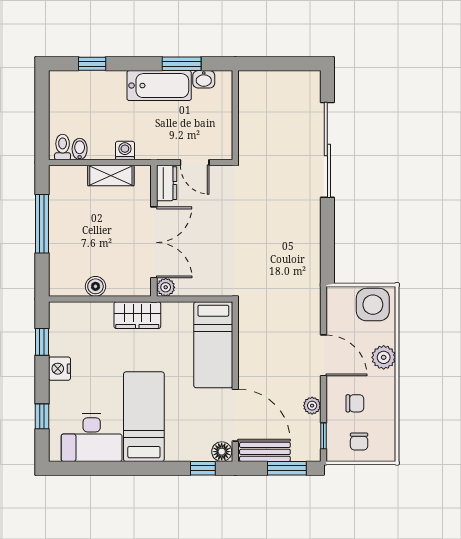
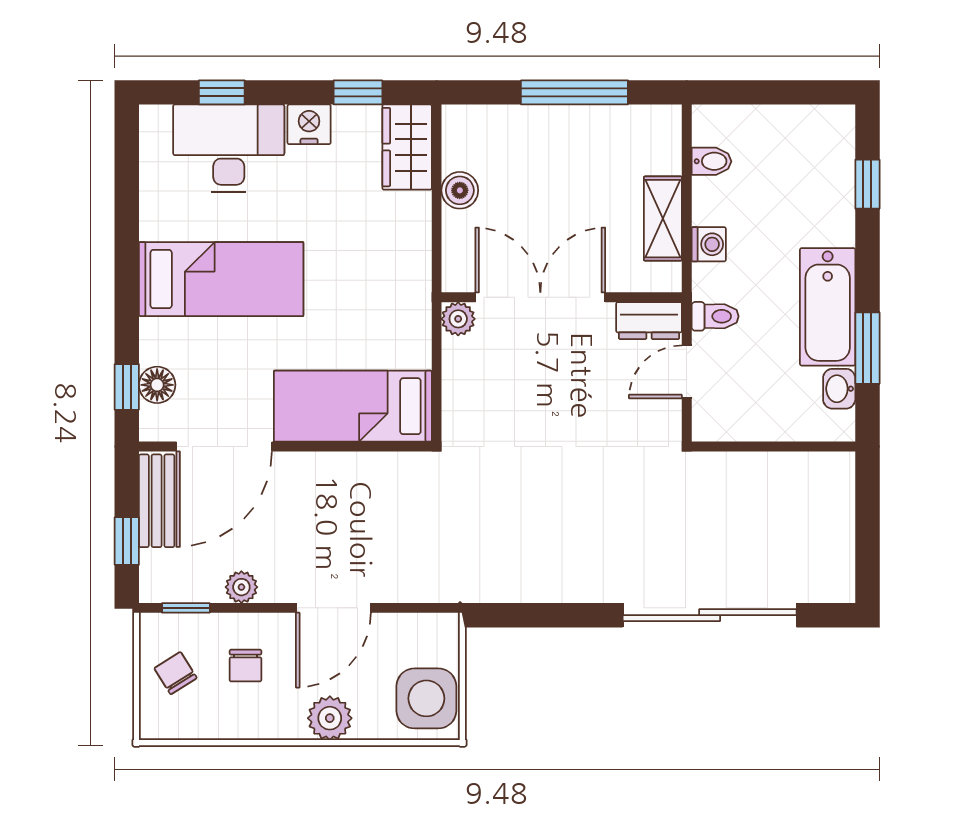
toilet: (63, 147) -> (715, 316), moved
double door: (154, 242) -> (540, 297), swing flipped
wardrobe: (137, 315) -> (407, 147), moved
desk: (92, 438) -> (229, 148), moved, turned 90
chair: (359, 442) -> (176, 673), turned 58
floor lamp: (222, 452) -> (157, 385), moved
window: (287, 468) -> (127, 541), width x0.67

